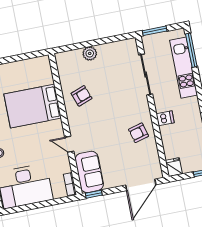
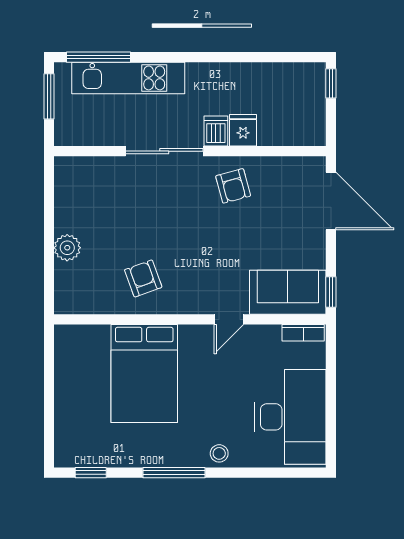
window: (155, 31) -> (49, 96), moved
sliding door: (146, 74) -> (164, 151), moved
fridge: (174, 167) -> (243, 130), moved, turned 90

